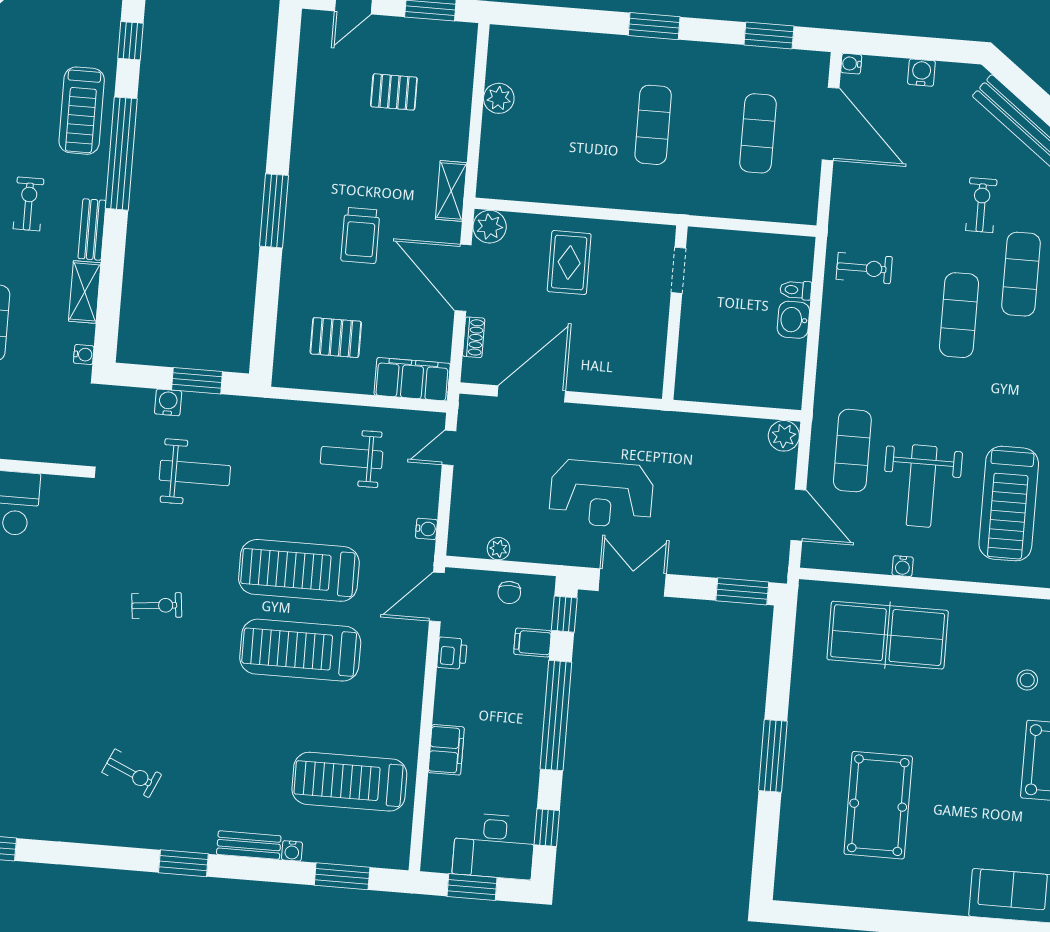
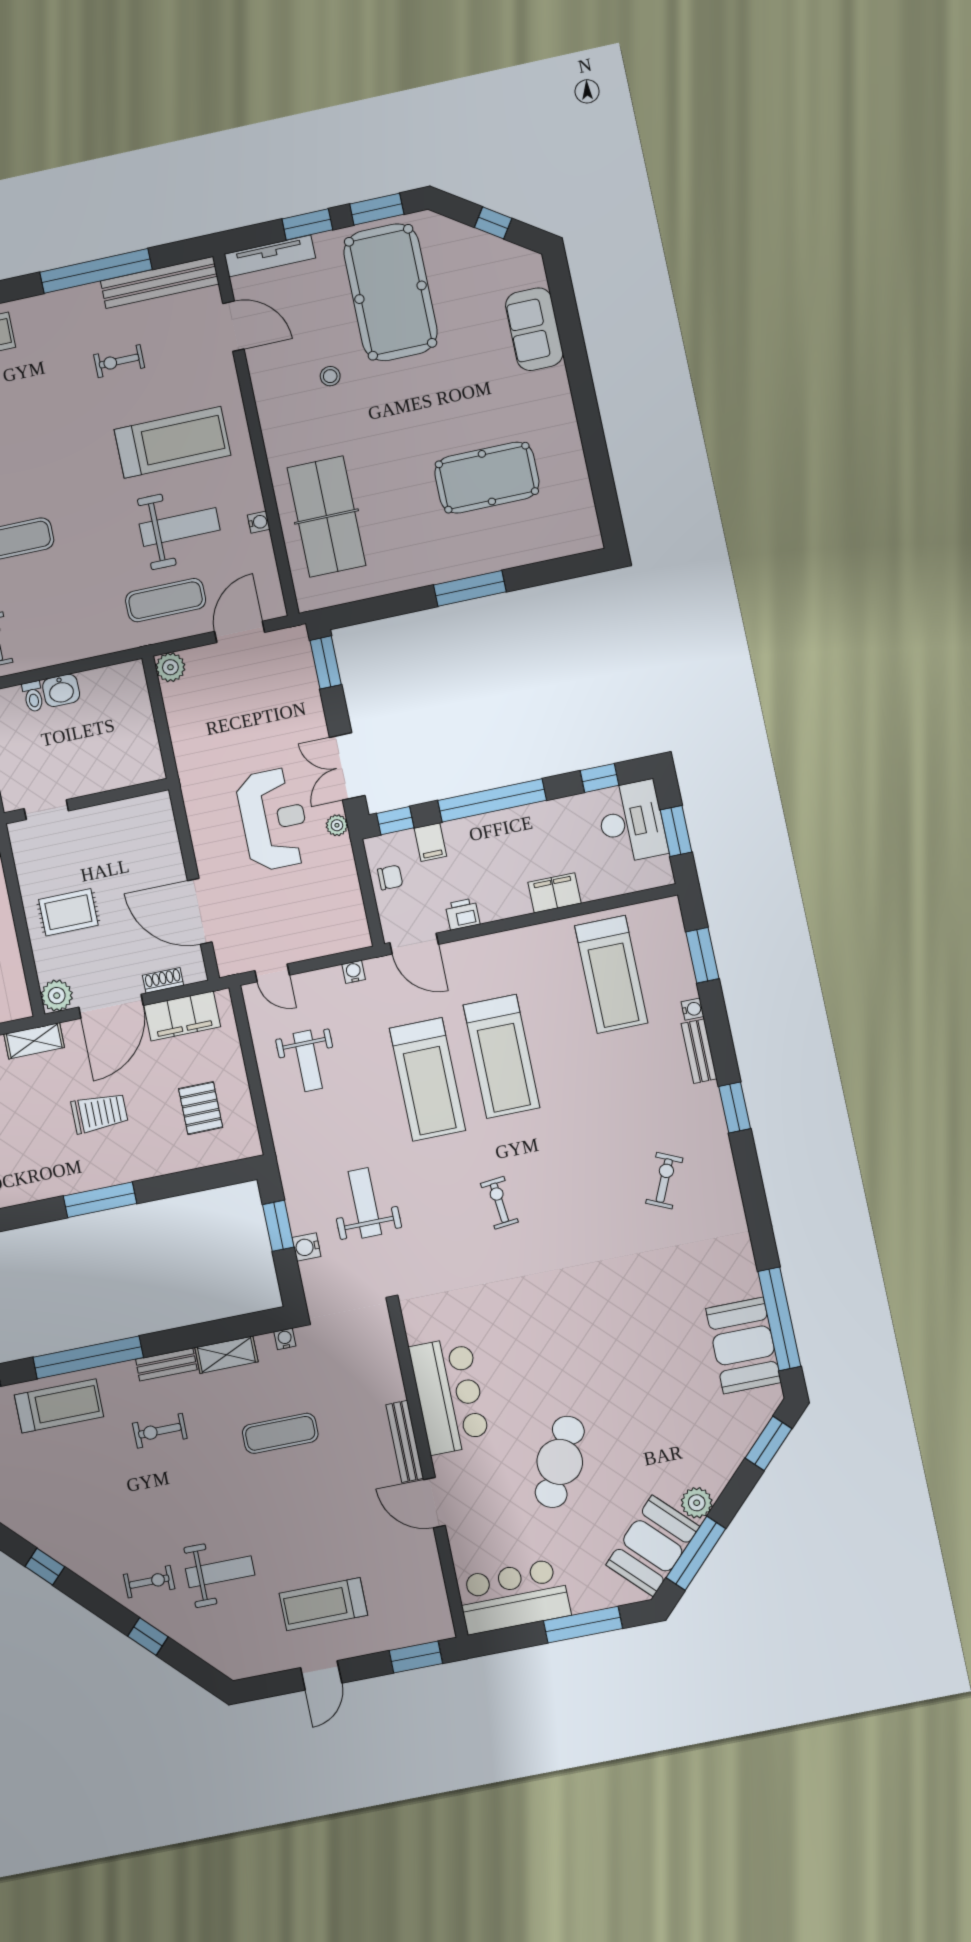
filing cabinet: (412, 379) -> (182, 1016), moved, turned -90
plant: (499, 549) -> (337, 825), moved

